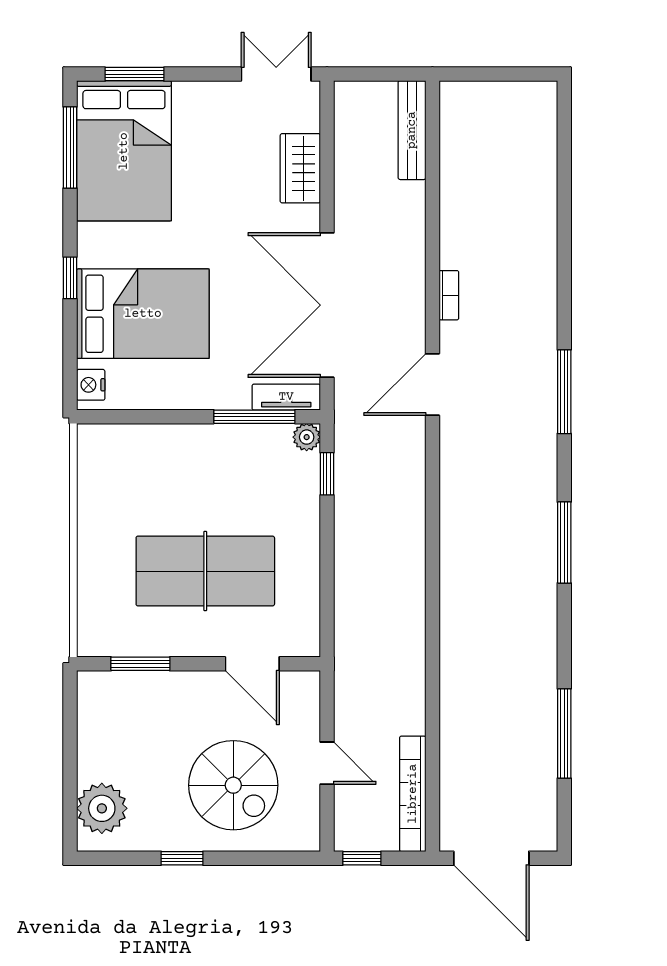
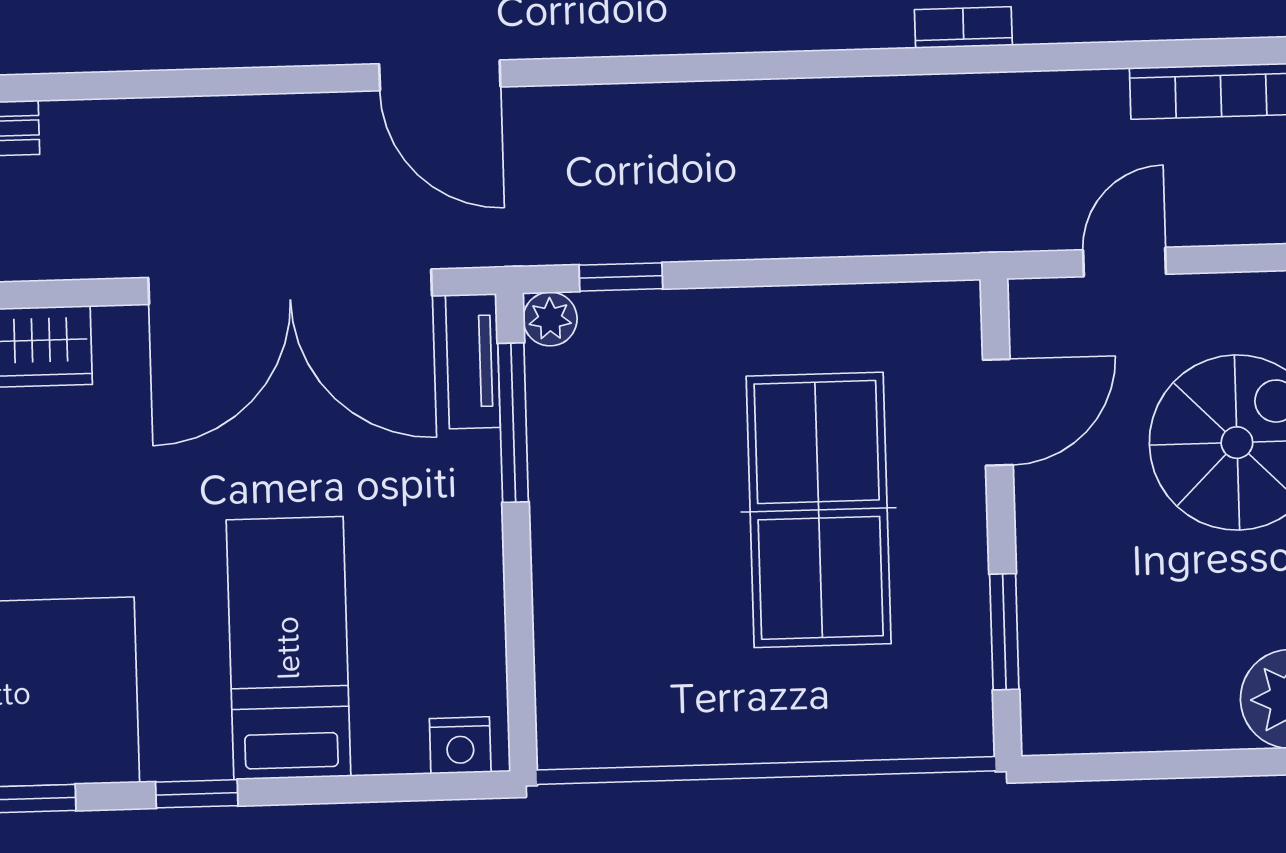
window: (70, 278) -> (197, 794), moved
bookcase: (449, 295) -> (963, 28), moved
bed: (143, 314) -> (288, 648), width x0.67
door: (327, 763) -> (1125, 262), moved

